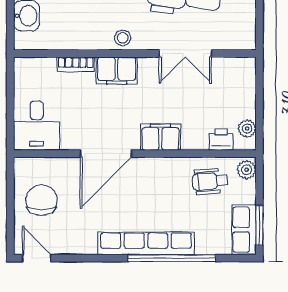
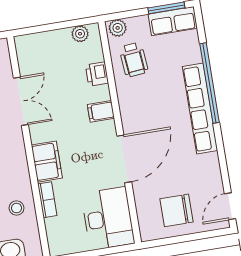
stool: (123, 38) -> (17, 208), moved
desk: (37, 126) -> (108, 218), width x1.37
filing cabinet: (160, 137) -> (101, 111), width x0.50
printer: (221, 139) -> (97, 74), moved
door: (106, 154) -> (124, 159), hinge flipped

